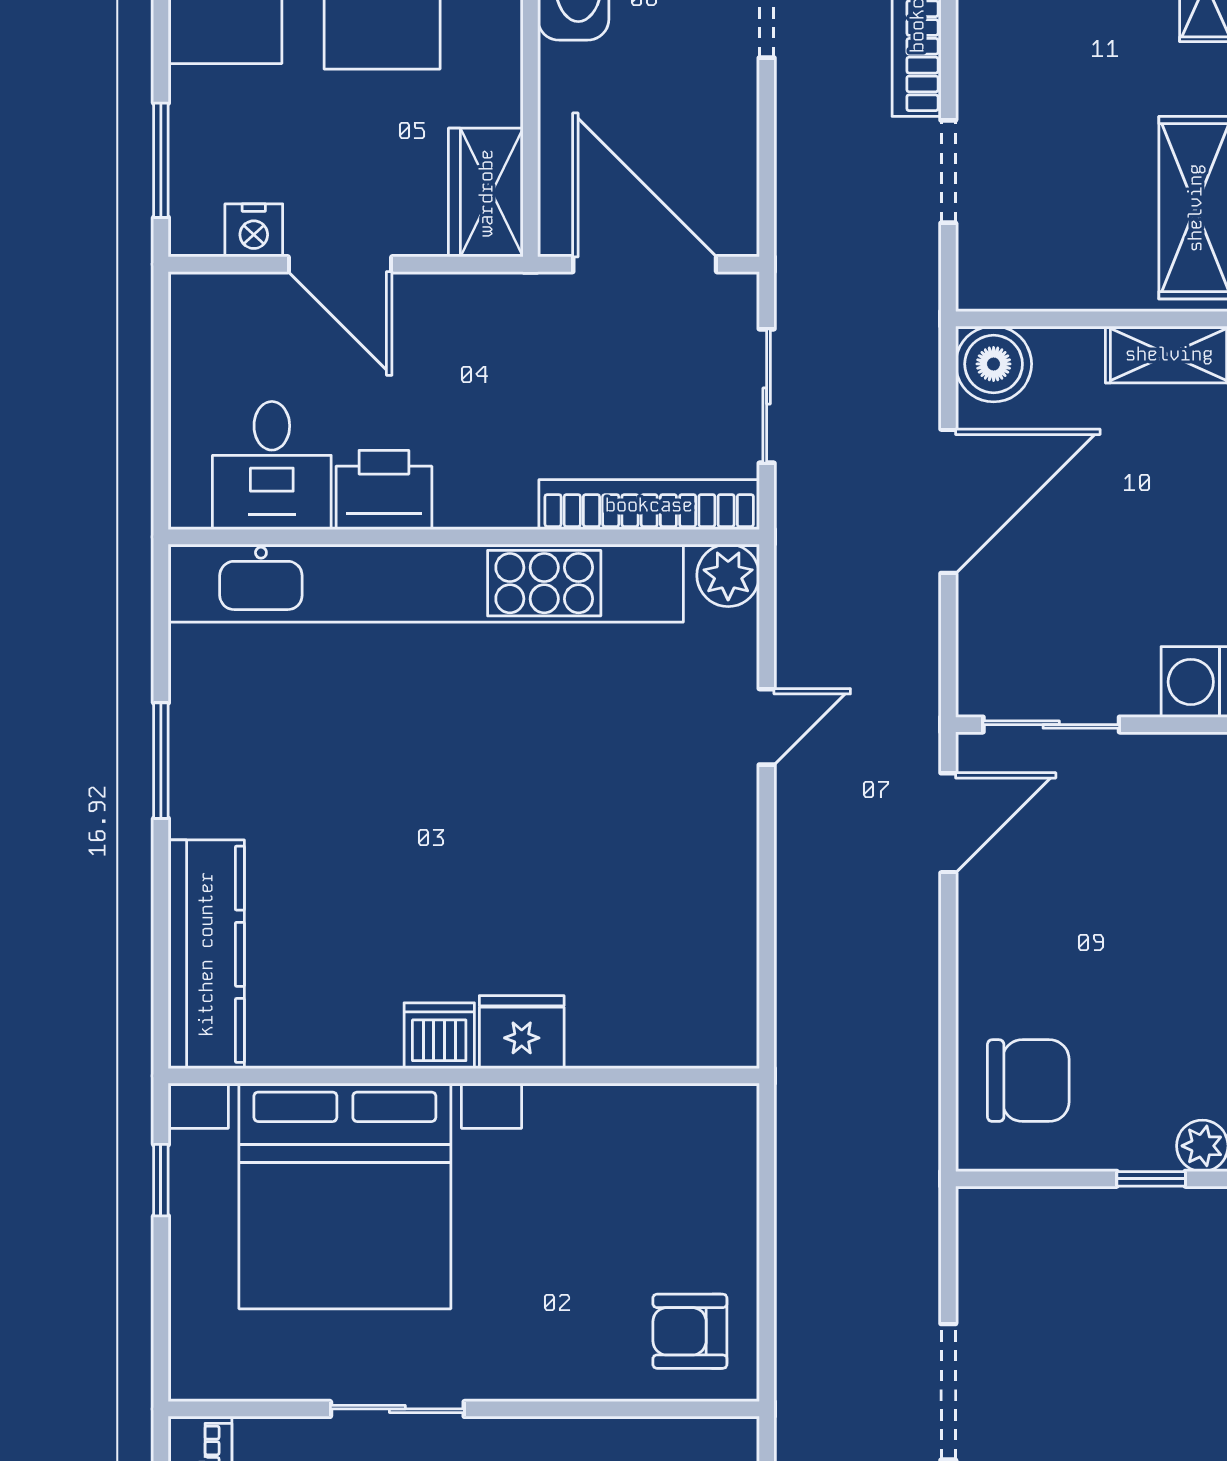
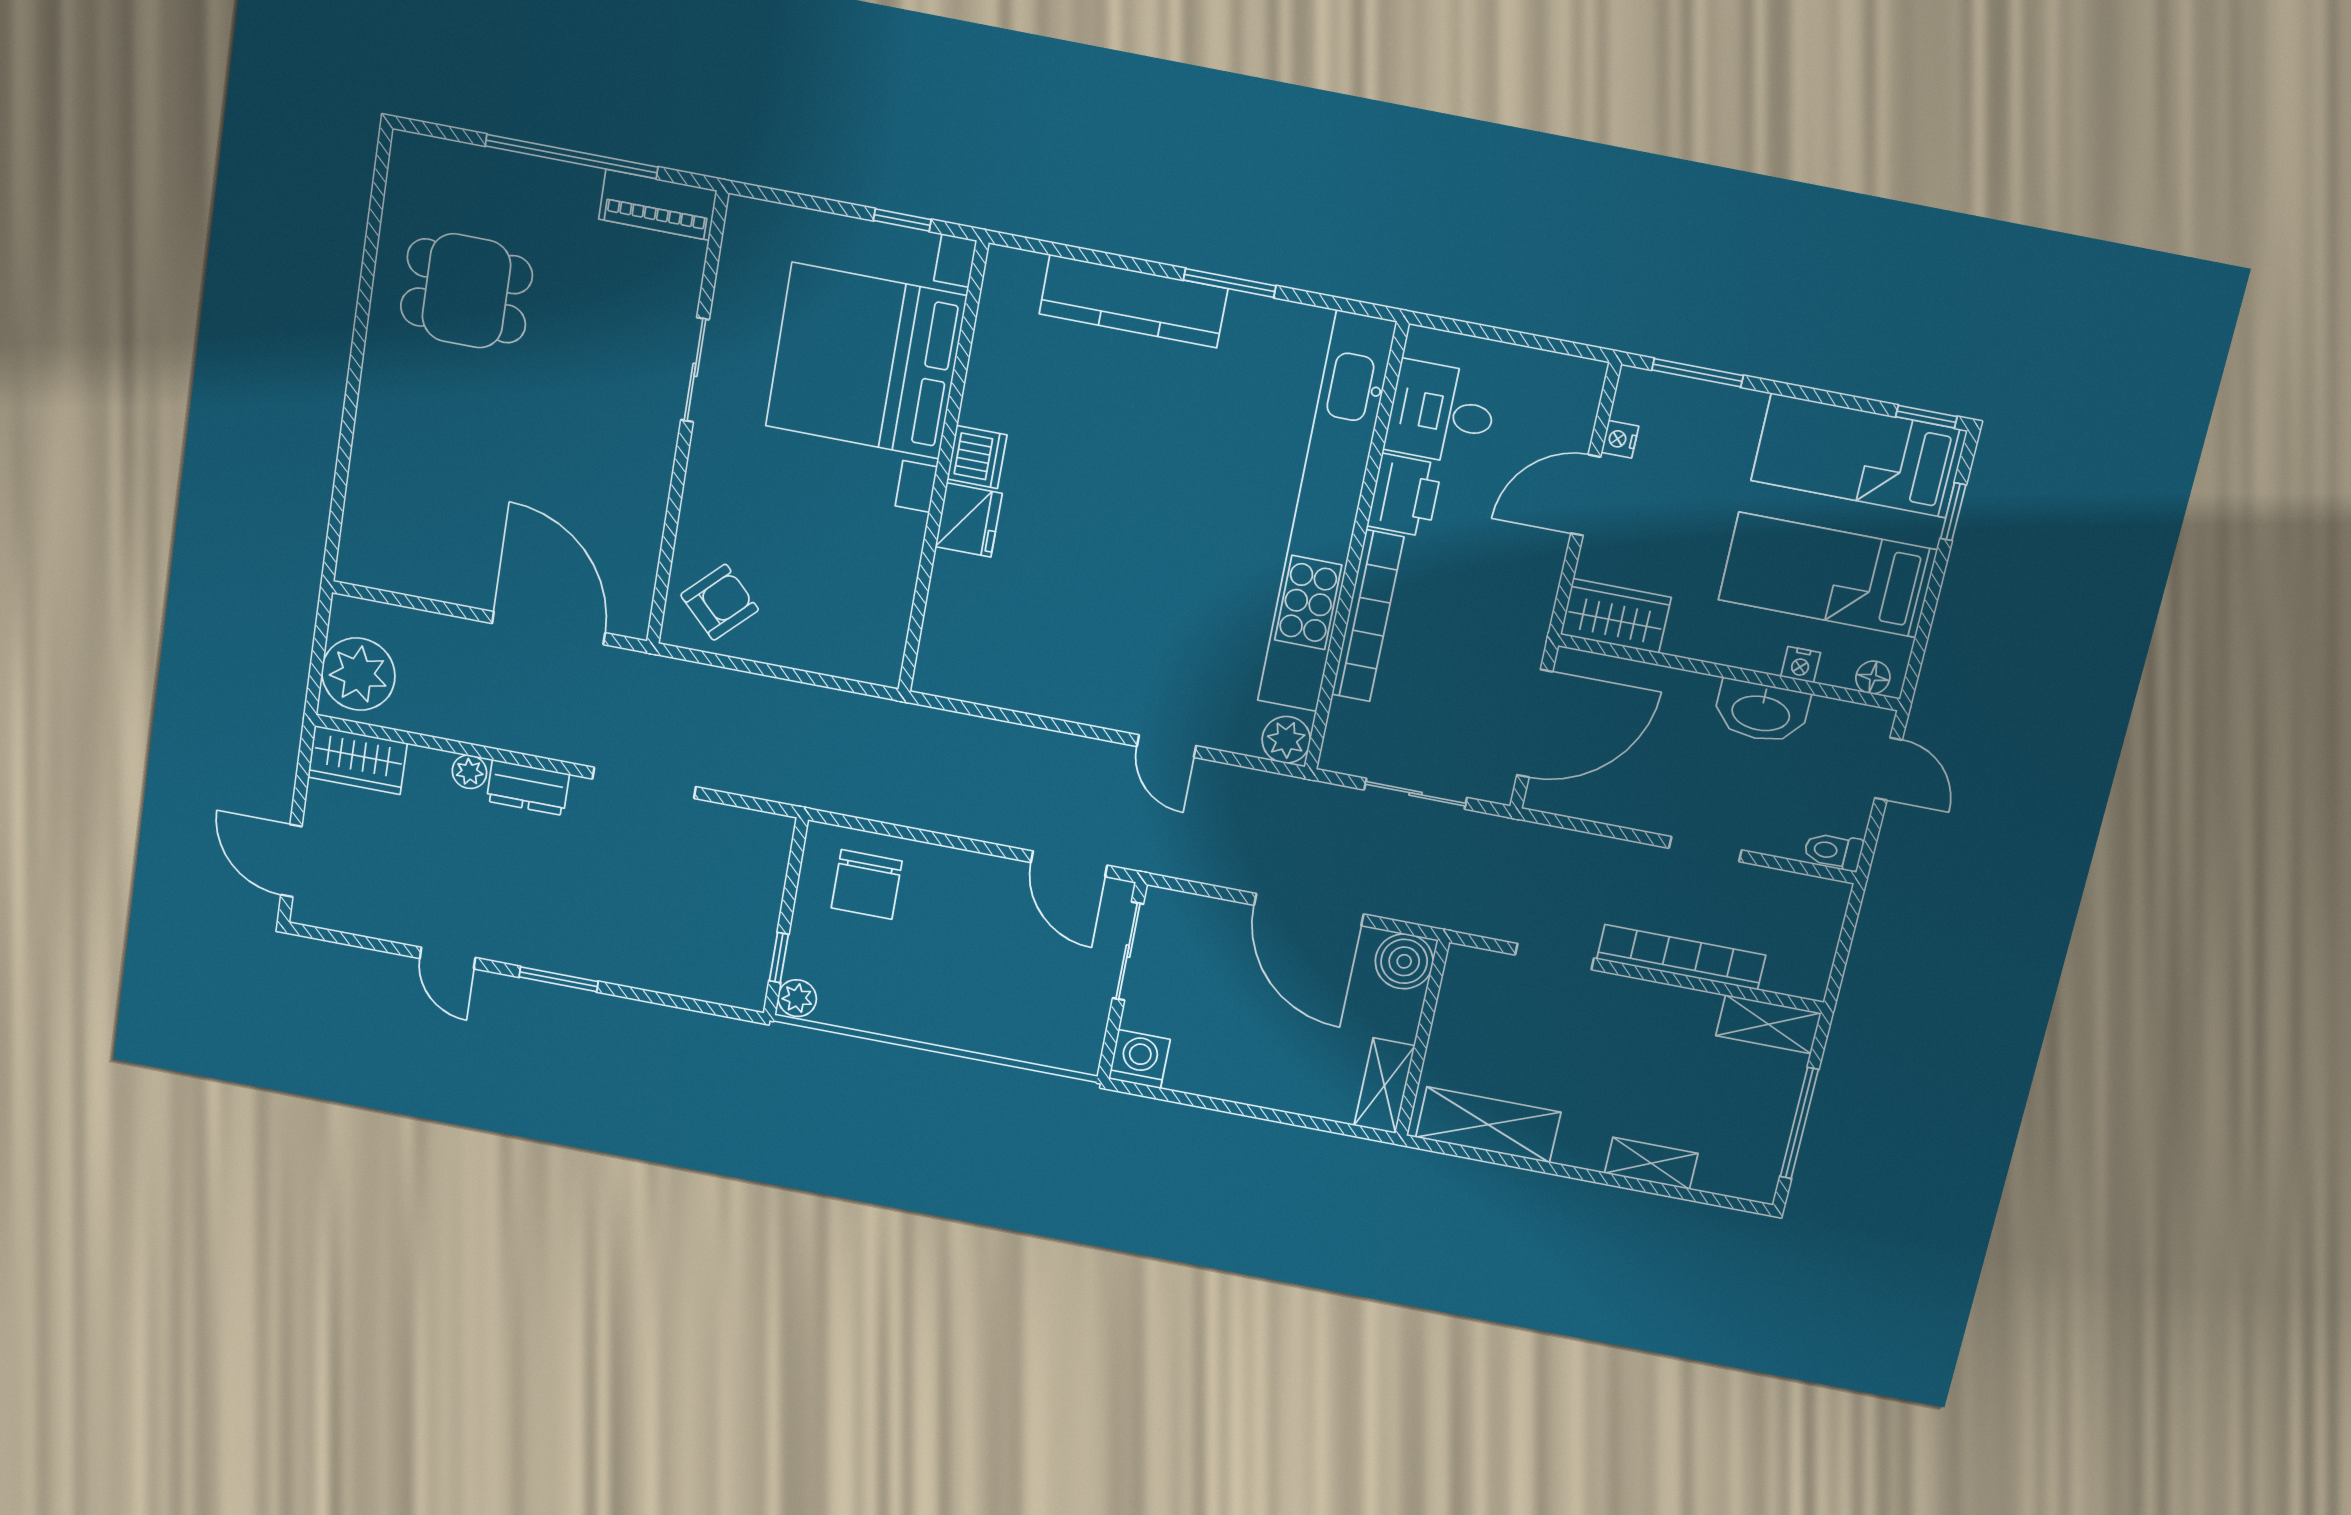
nightstand: (254, 230) -> (1620, 439), width x0.72, depth x0.74
bookcase: (649, 505) -> (1368, 616), moved
kitchen counter: (206, 954) -> (1134, 301), moved
armchair: (690, 1331) -> (720, 602), turned 45

